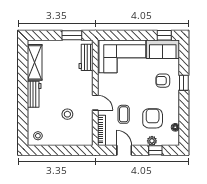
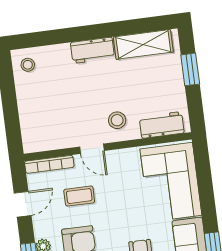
window: (72, 35) -> (190, 69), moved
door: (95, 103) -> (92, 149), hinge flipped
stool: (67, 114) -> (117, 120), moved

